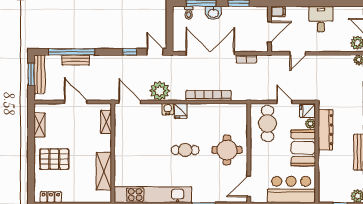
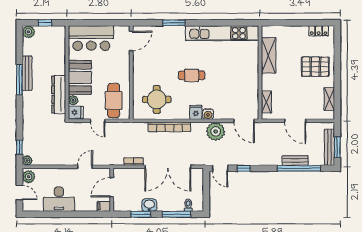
washbasin: (213, 13) -> (149, 205), moved
desk: (321, 19) -> (59, 199), width x1.37
round table: (227, 150) -> (157, 100), moved

